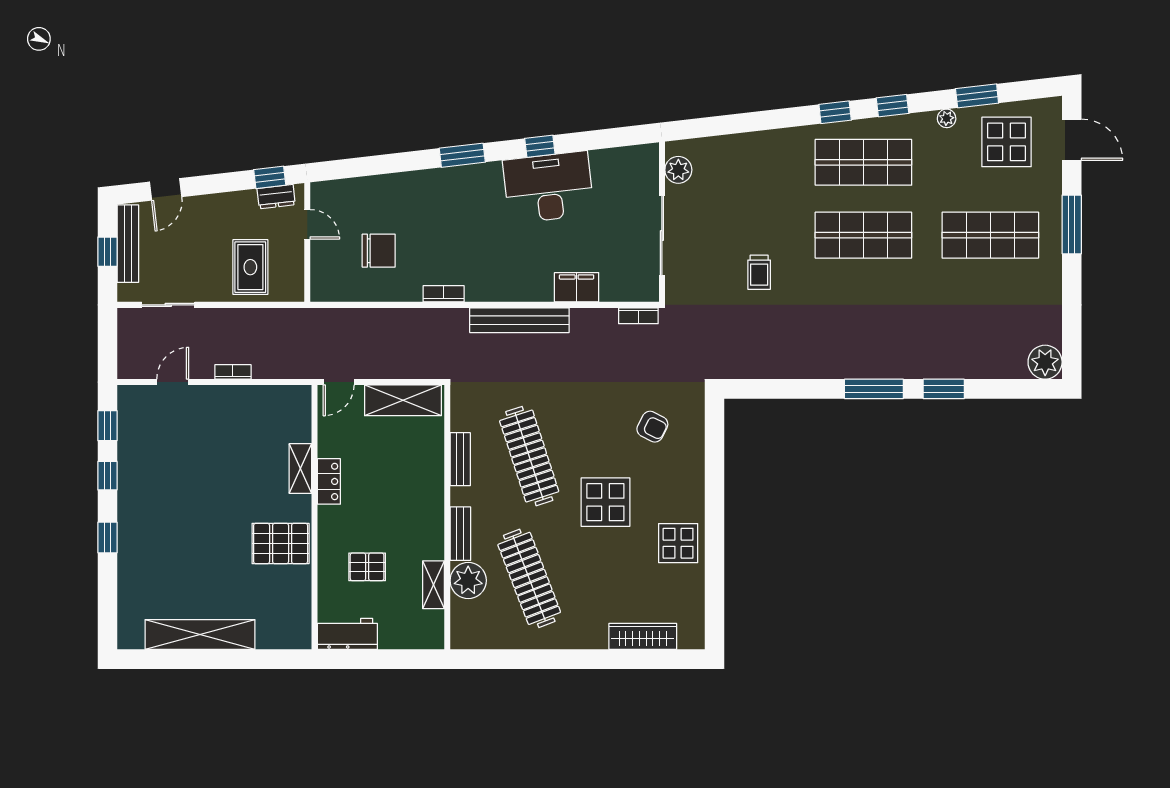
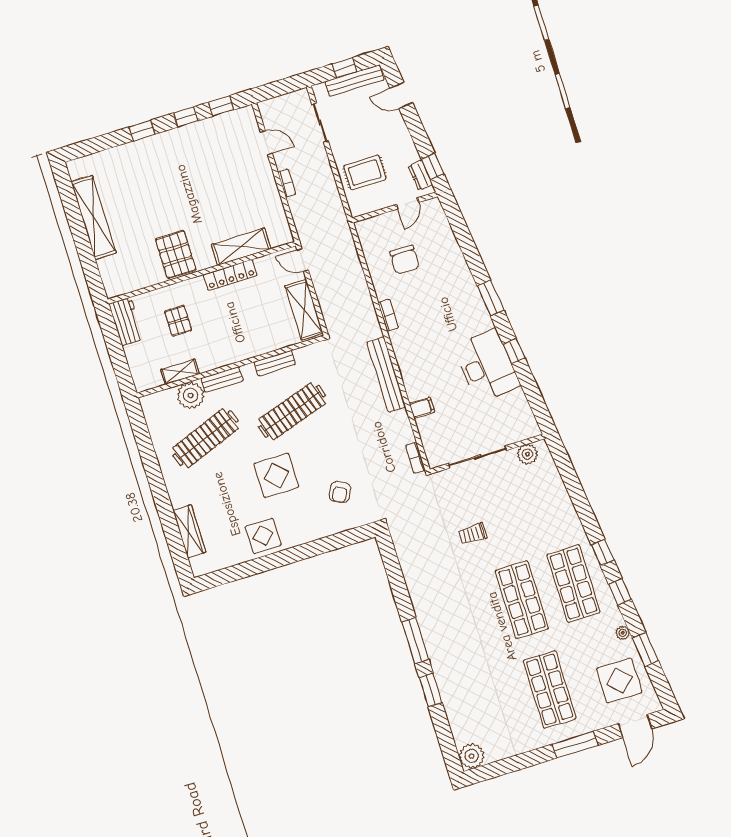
filing cabinet: (577, 287) -> (422, 408), width x0.50
shelving: (300, 469) -> (241, 247), width x1.50, depth x1.33
locker: (329, 481) -> (230, 275), width x1.53

